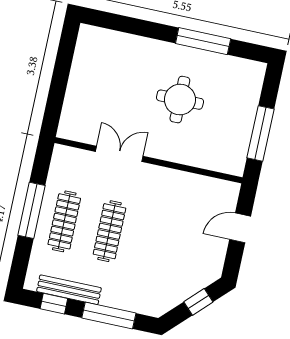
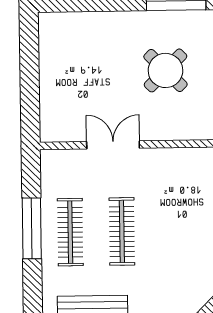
round table: (180, 100) -> (165, 70), turned 45

